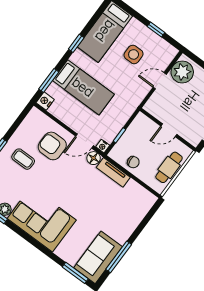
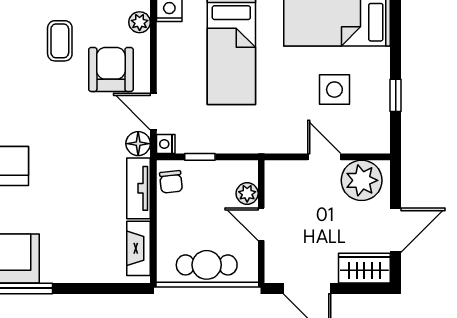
plant: (41, 118) -> (140, 22), added
plant: (151, 126) -> (247, 193), added
chair: (133, 162) -> (171, 182), moved
fireplace: (140, 192) -> (139, 248), added

